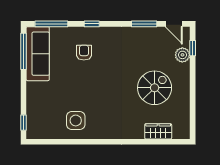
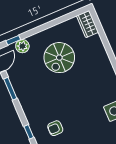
spiral stairs: (155, 88) -> (59, 58), turned -90
wardrobe: (158, 131) -> (87, 24), moved

